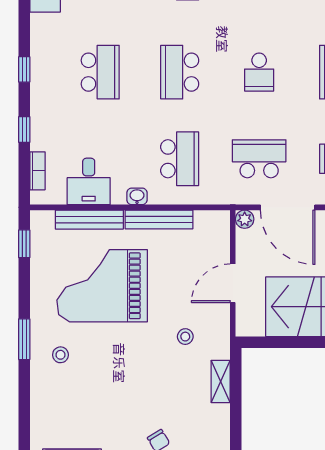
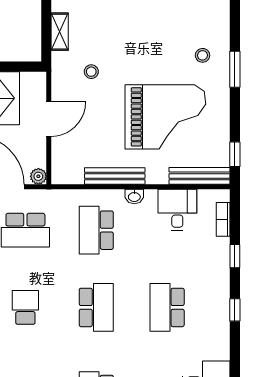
bench: (89, 220) -> (200, 176), moved

